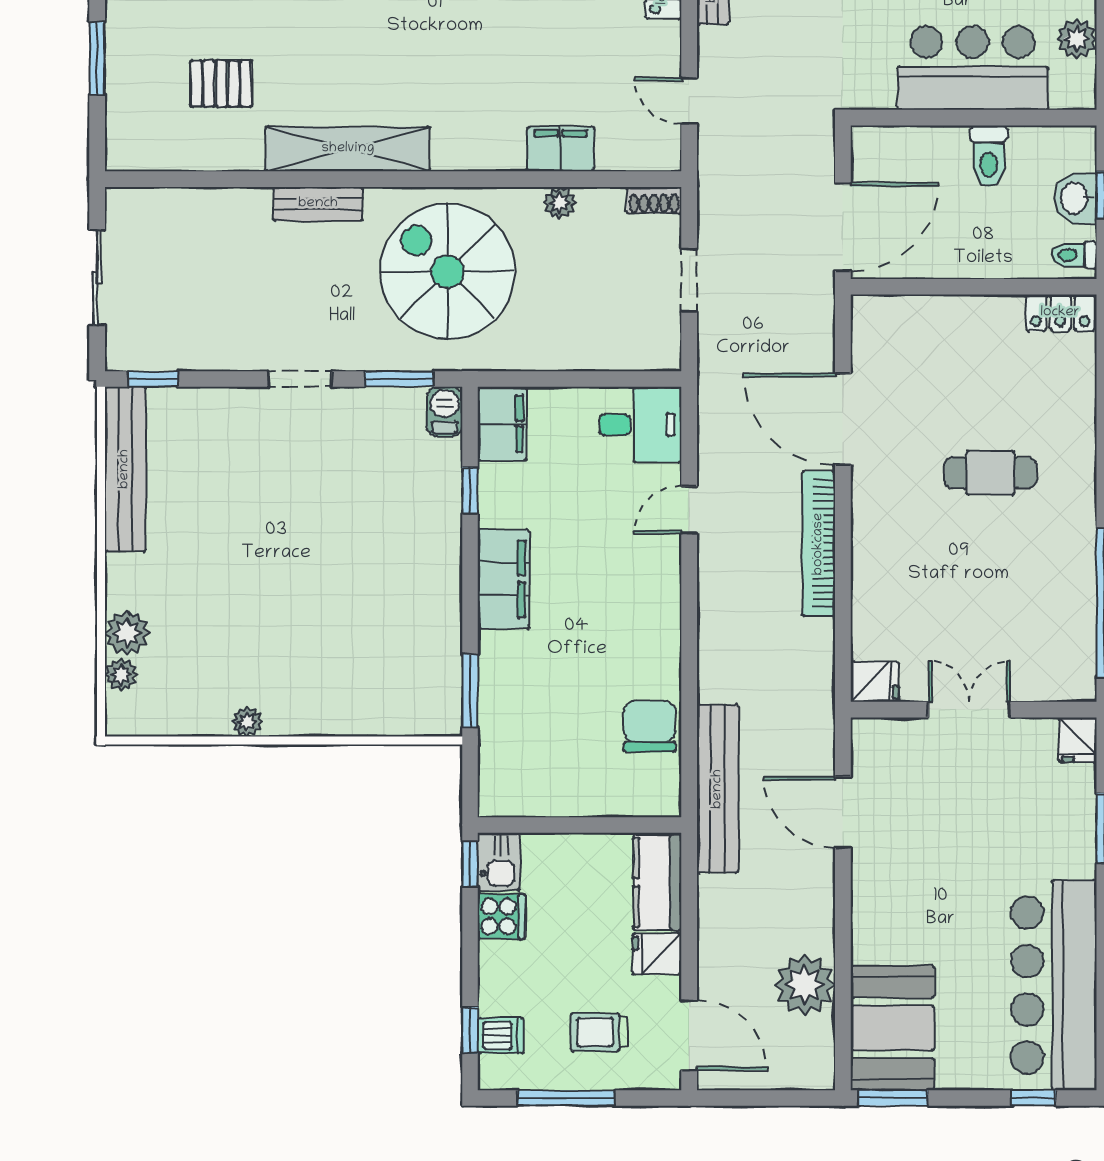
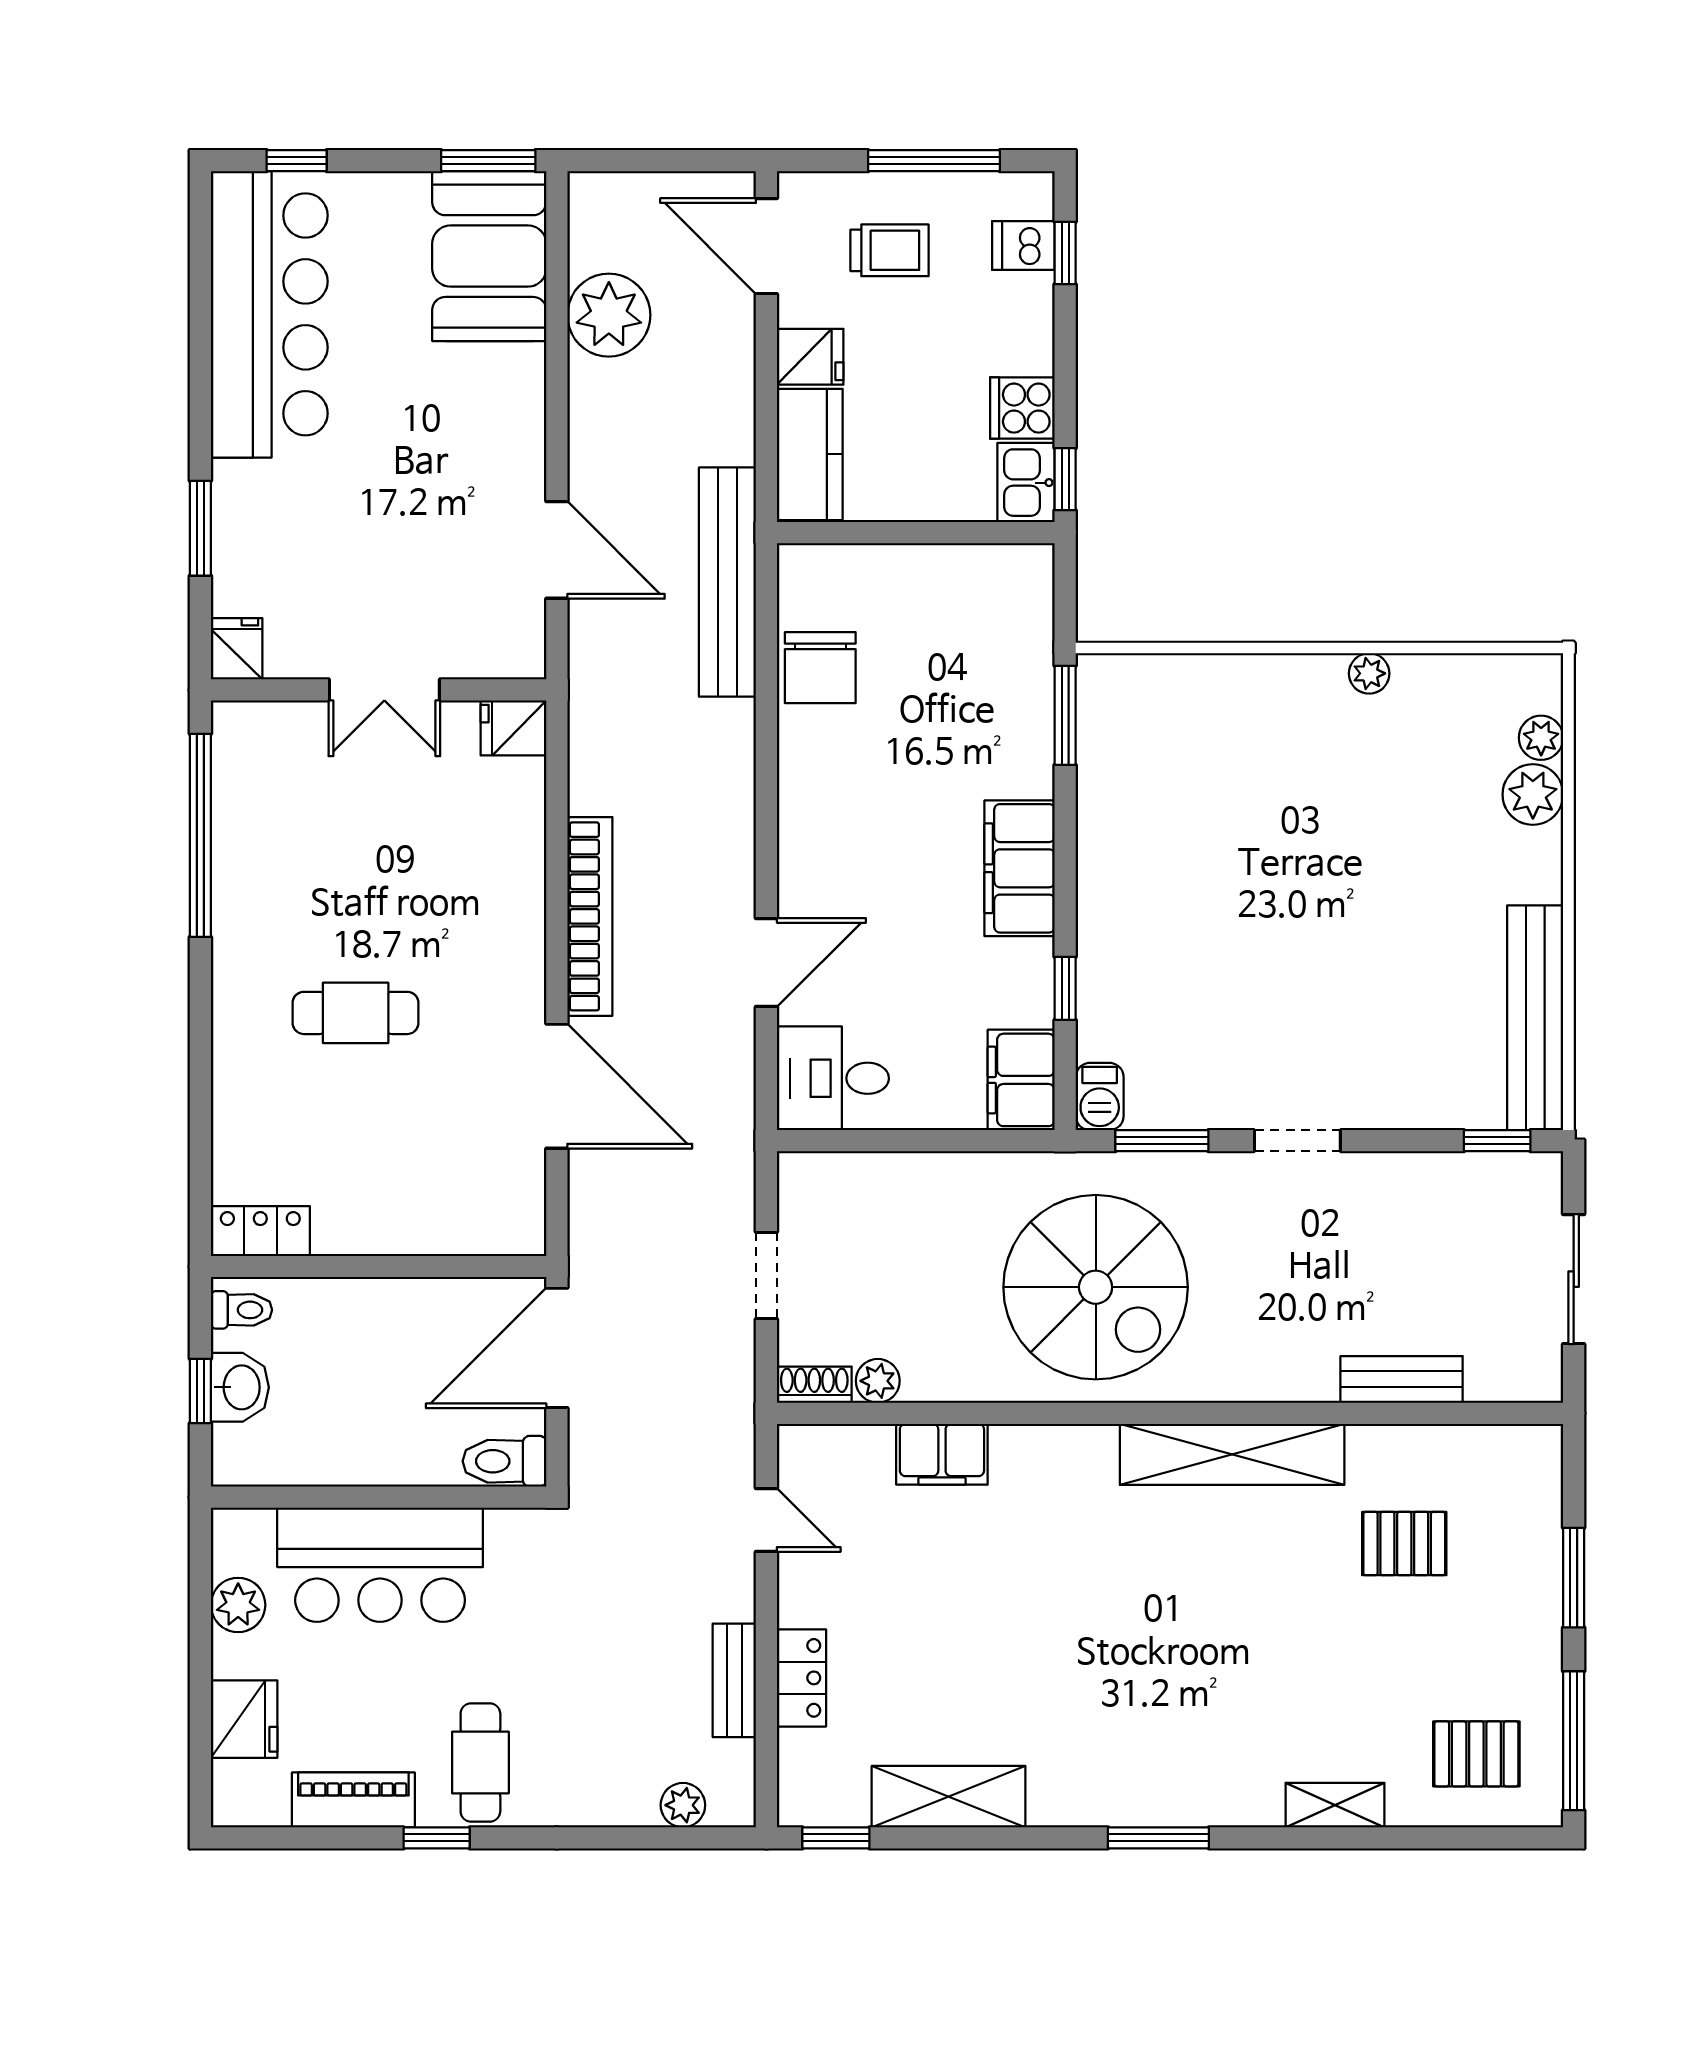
toilet: (989, 156) -> (504, 1461), moved, turned -90
plant: (560, 203) -> (878, 1381), moved
bench: (318, 204) -> (1402, 1379), moved
door: (689, 510) -> (766, 962), width x1.38

